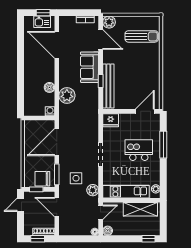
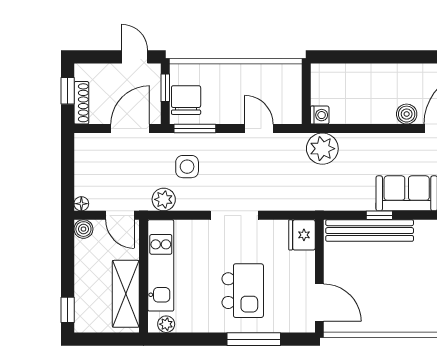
boiler: (49, 87) -> (407, 114), moved
plant: (67, 96) -> (322, 149), moved
door: (57, 142) -> (259, 128), width x0.53

